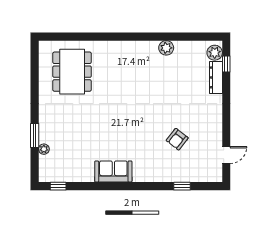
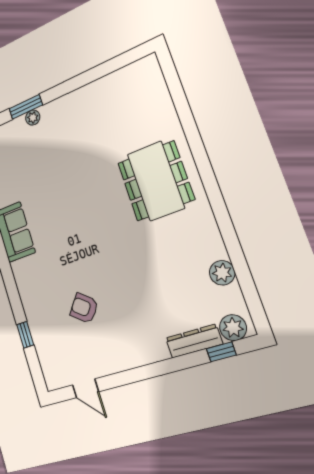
plant: (166, 48) -> (222, 273), moved
dining table: (72, 72) -> (156, 181), moved, turned 90
plant: (44, 149) -> (33, 118), moved

